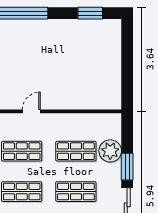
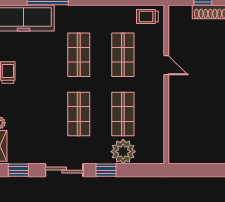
window: (127, 167) -> (106, 170), width x0.67

